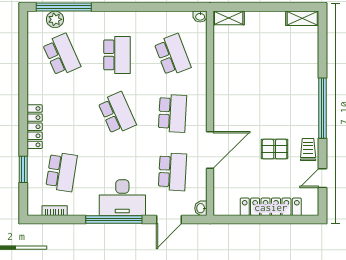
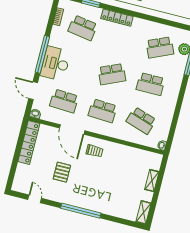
shelving: (229, 18) -> (152, 181), moved
school desk: (172, 55) -> (141, 121), turned 39
trolley: (308, 149) -> (95, 151), moved
locker: (271, 207) -> (29, 143), moved

